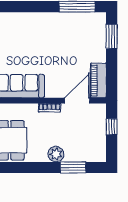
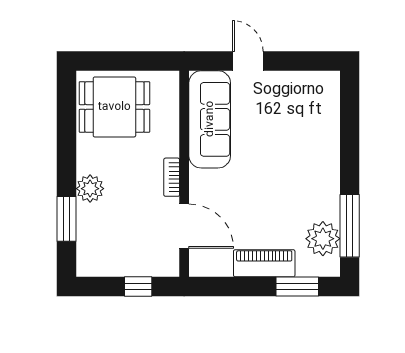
plant: (84, 22) -> (323, 239), added
piano: (98, 81) -> (264, 263), moved

